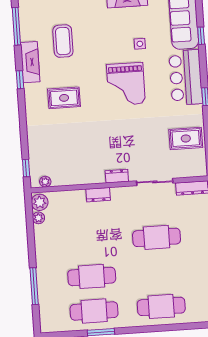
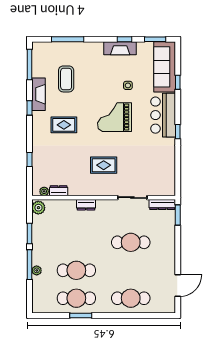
grand piano: (126, 84) -> (114, 117), turned 90
rug: (186, 138) -> (104, 165), moved
window: (26, 168) -> (29, 160), moved
dresser: (117, 176) -> (59, 191), moved
plant: (38, 218) -> (37, 270), moved
window: (31, 235) -> (29, 234), added
window: (34, 286) -> (29, 265), moved

